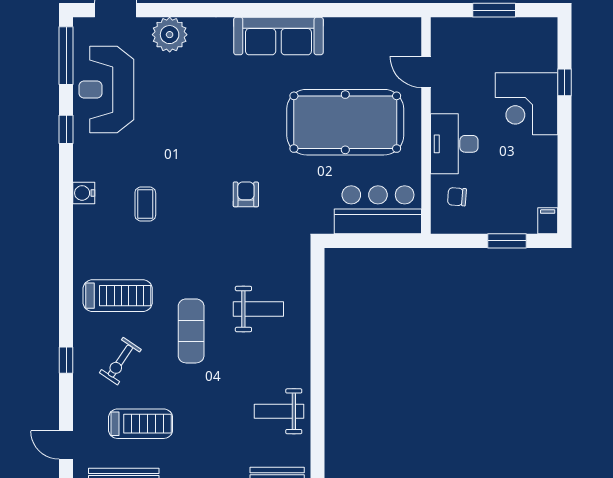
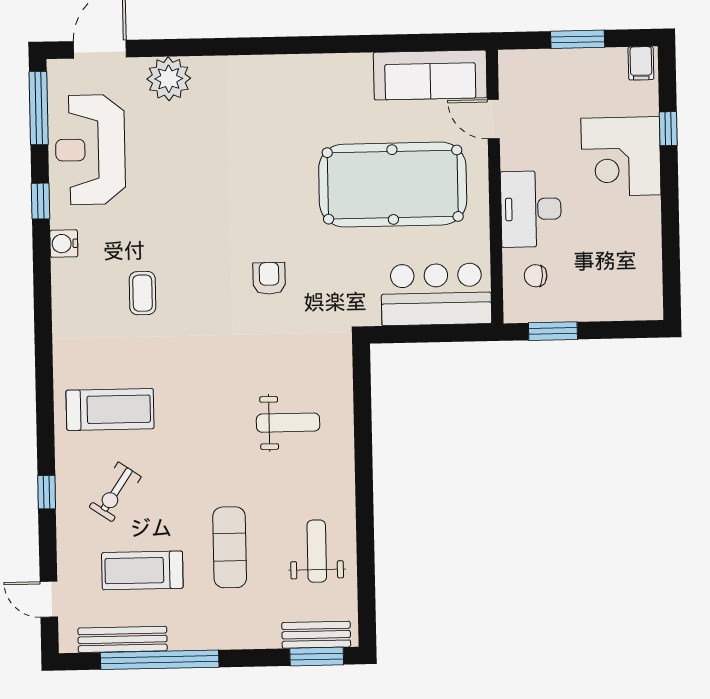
sofa: (278, 36) -> (430, 75), moved
water cooler: (84, 193) -> (64, 244), moved
filing cabinet: (548, 221) -> (641, 63), moved, turned 180
window: (507, 241) -> (553, 331), moved
exercise mat: (191, 331) -> (230, 547), moved
weight bench: (279, 411) -> (317, 551), turned 90
treadmill: (141, 424) -> (142, 570), turned 180

